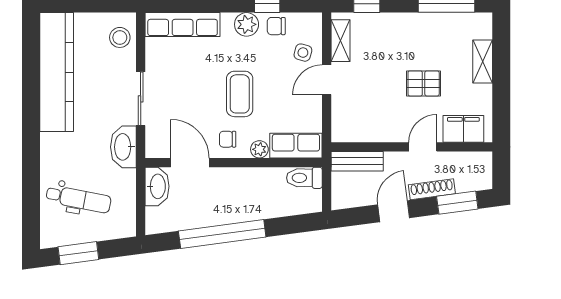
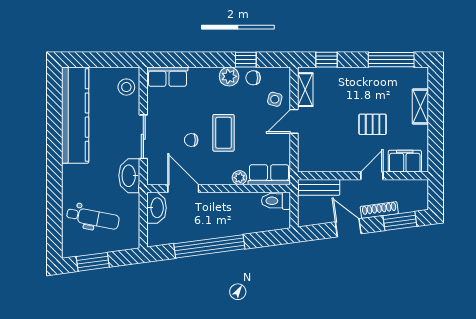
row of seats: (183, 25) -> (167, 77), width x0.68
chair: (228, 139) -> (191, 140), moved
door: (394, 211) -> (348, 228), hinge flipped

